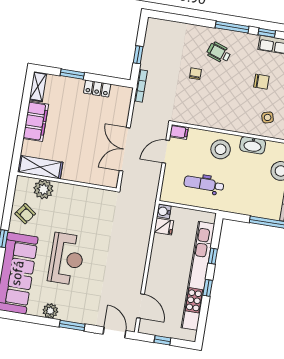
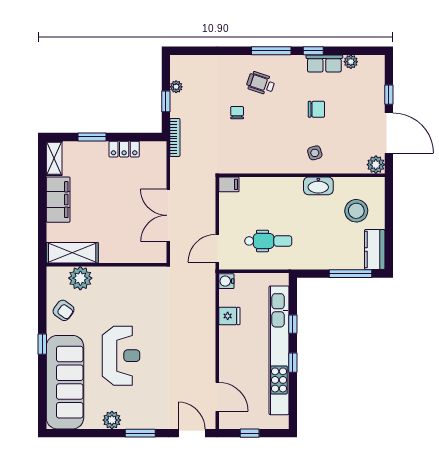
plant: (149, 44) -> (176, 87), added
side table: (268, 117) -> (315, 153), moved
stool: (221, 149) -> (281, 197), removed
door: (166, 152) -> (217, 248), moved
dental chair: (204, 184) -> (268, 241), turned 180
fridge: (164, 227) -> (229, 316), moved

